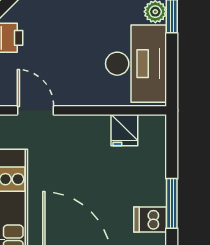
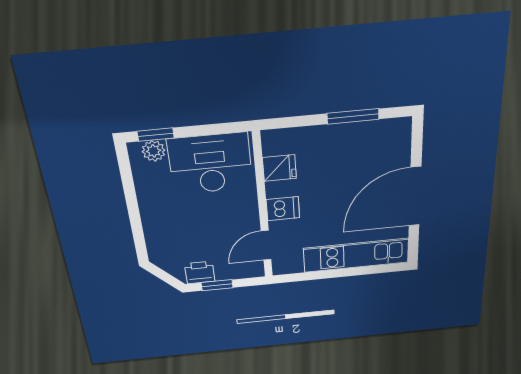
dishwasher: (150, 220) -> (283, 209), moved, turned -90

